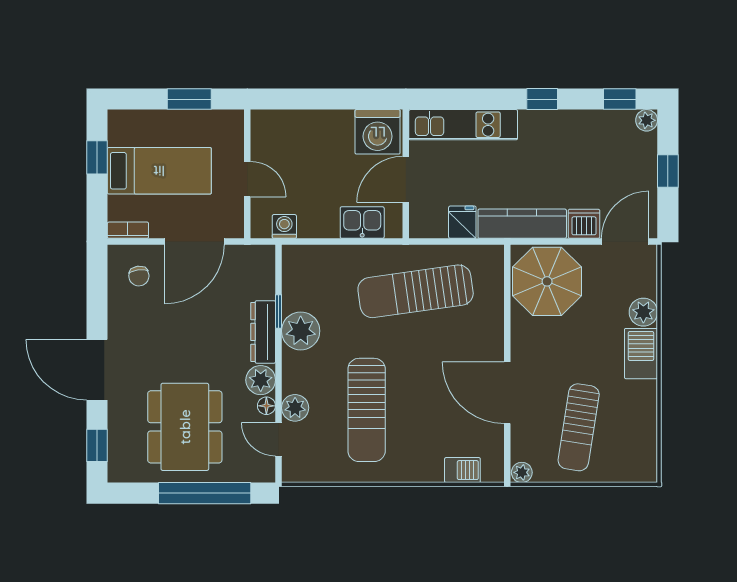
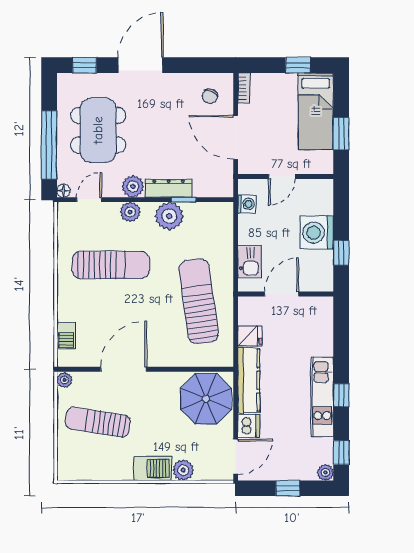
window: (350, 99) -> (341, 253), added
kitchen unit: (463, 125) -> (322, 397), moved
washing machine: (378, 132) -> (317, 233), moved
bed: (159, 171) -> (316, 111), moved
door: (406, 179) -> (282, 294), hinge flipped
door: (625, 241) -> (236, 457), hinge flipped
chair: (139, 276) -> (210, 96), turned -57
floor lamp: (266, 406) -> (63, 191), moved
plant: (295, 408) -> (130, 212), moved
sun lounger: (367, 410) -> (111, 265), turned 180
dining table: (185, 427) -> (98, 130), turned 90

